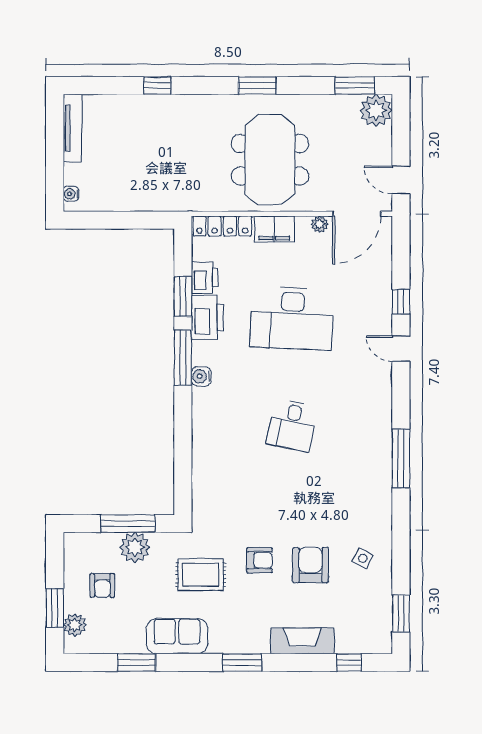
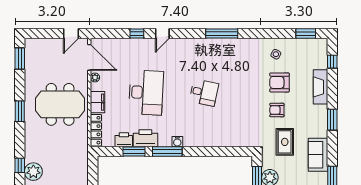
plant: (376, 110) -> (33, 172), moved
armchair: (259, 560) -> (277, 110), turned -90

